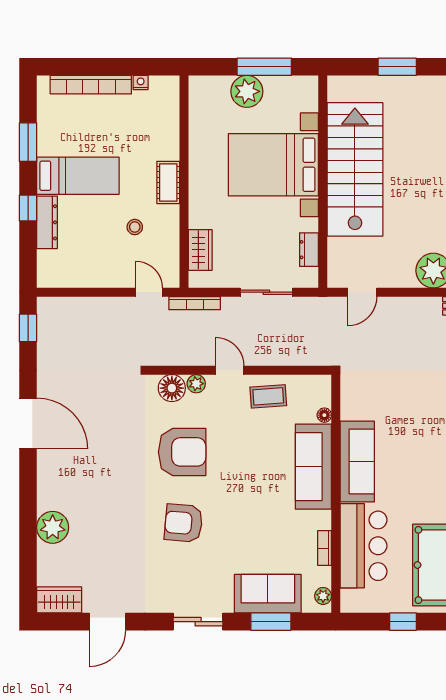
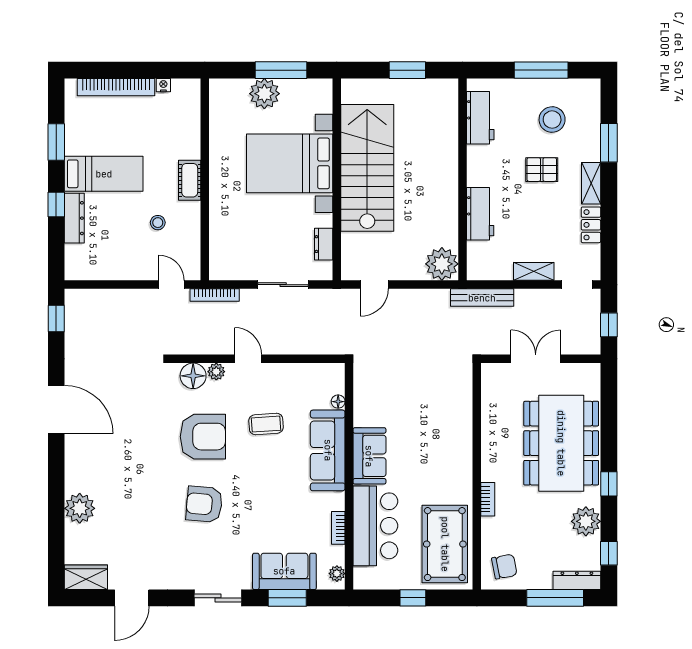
wardrobe: (200, 250) -> (220, 244), removed
coffee table: (268, 396) -> (266, 424), moved
sofa: (357, 462) -> (369, 456), width x0.73

